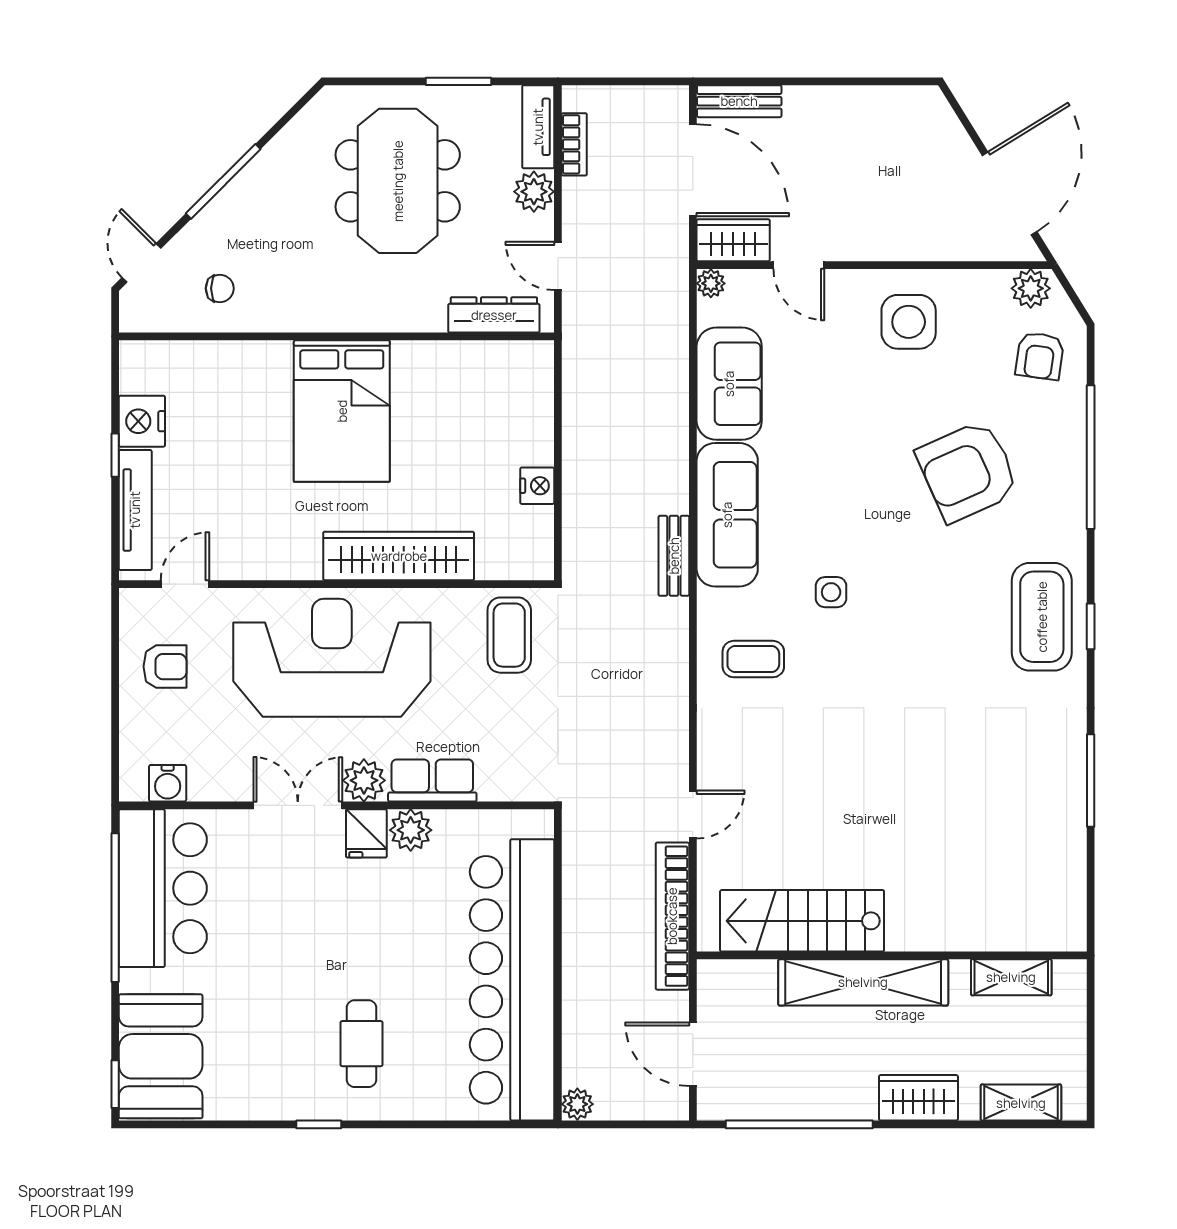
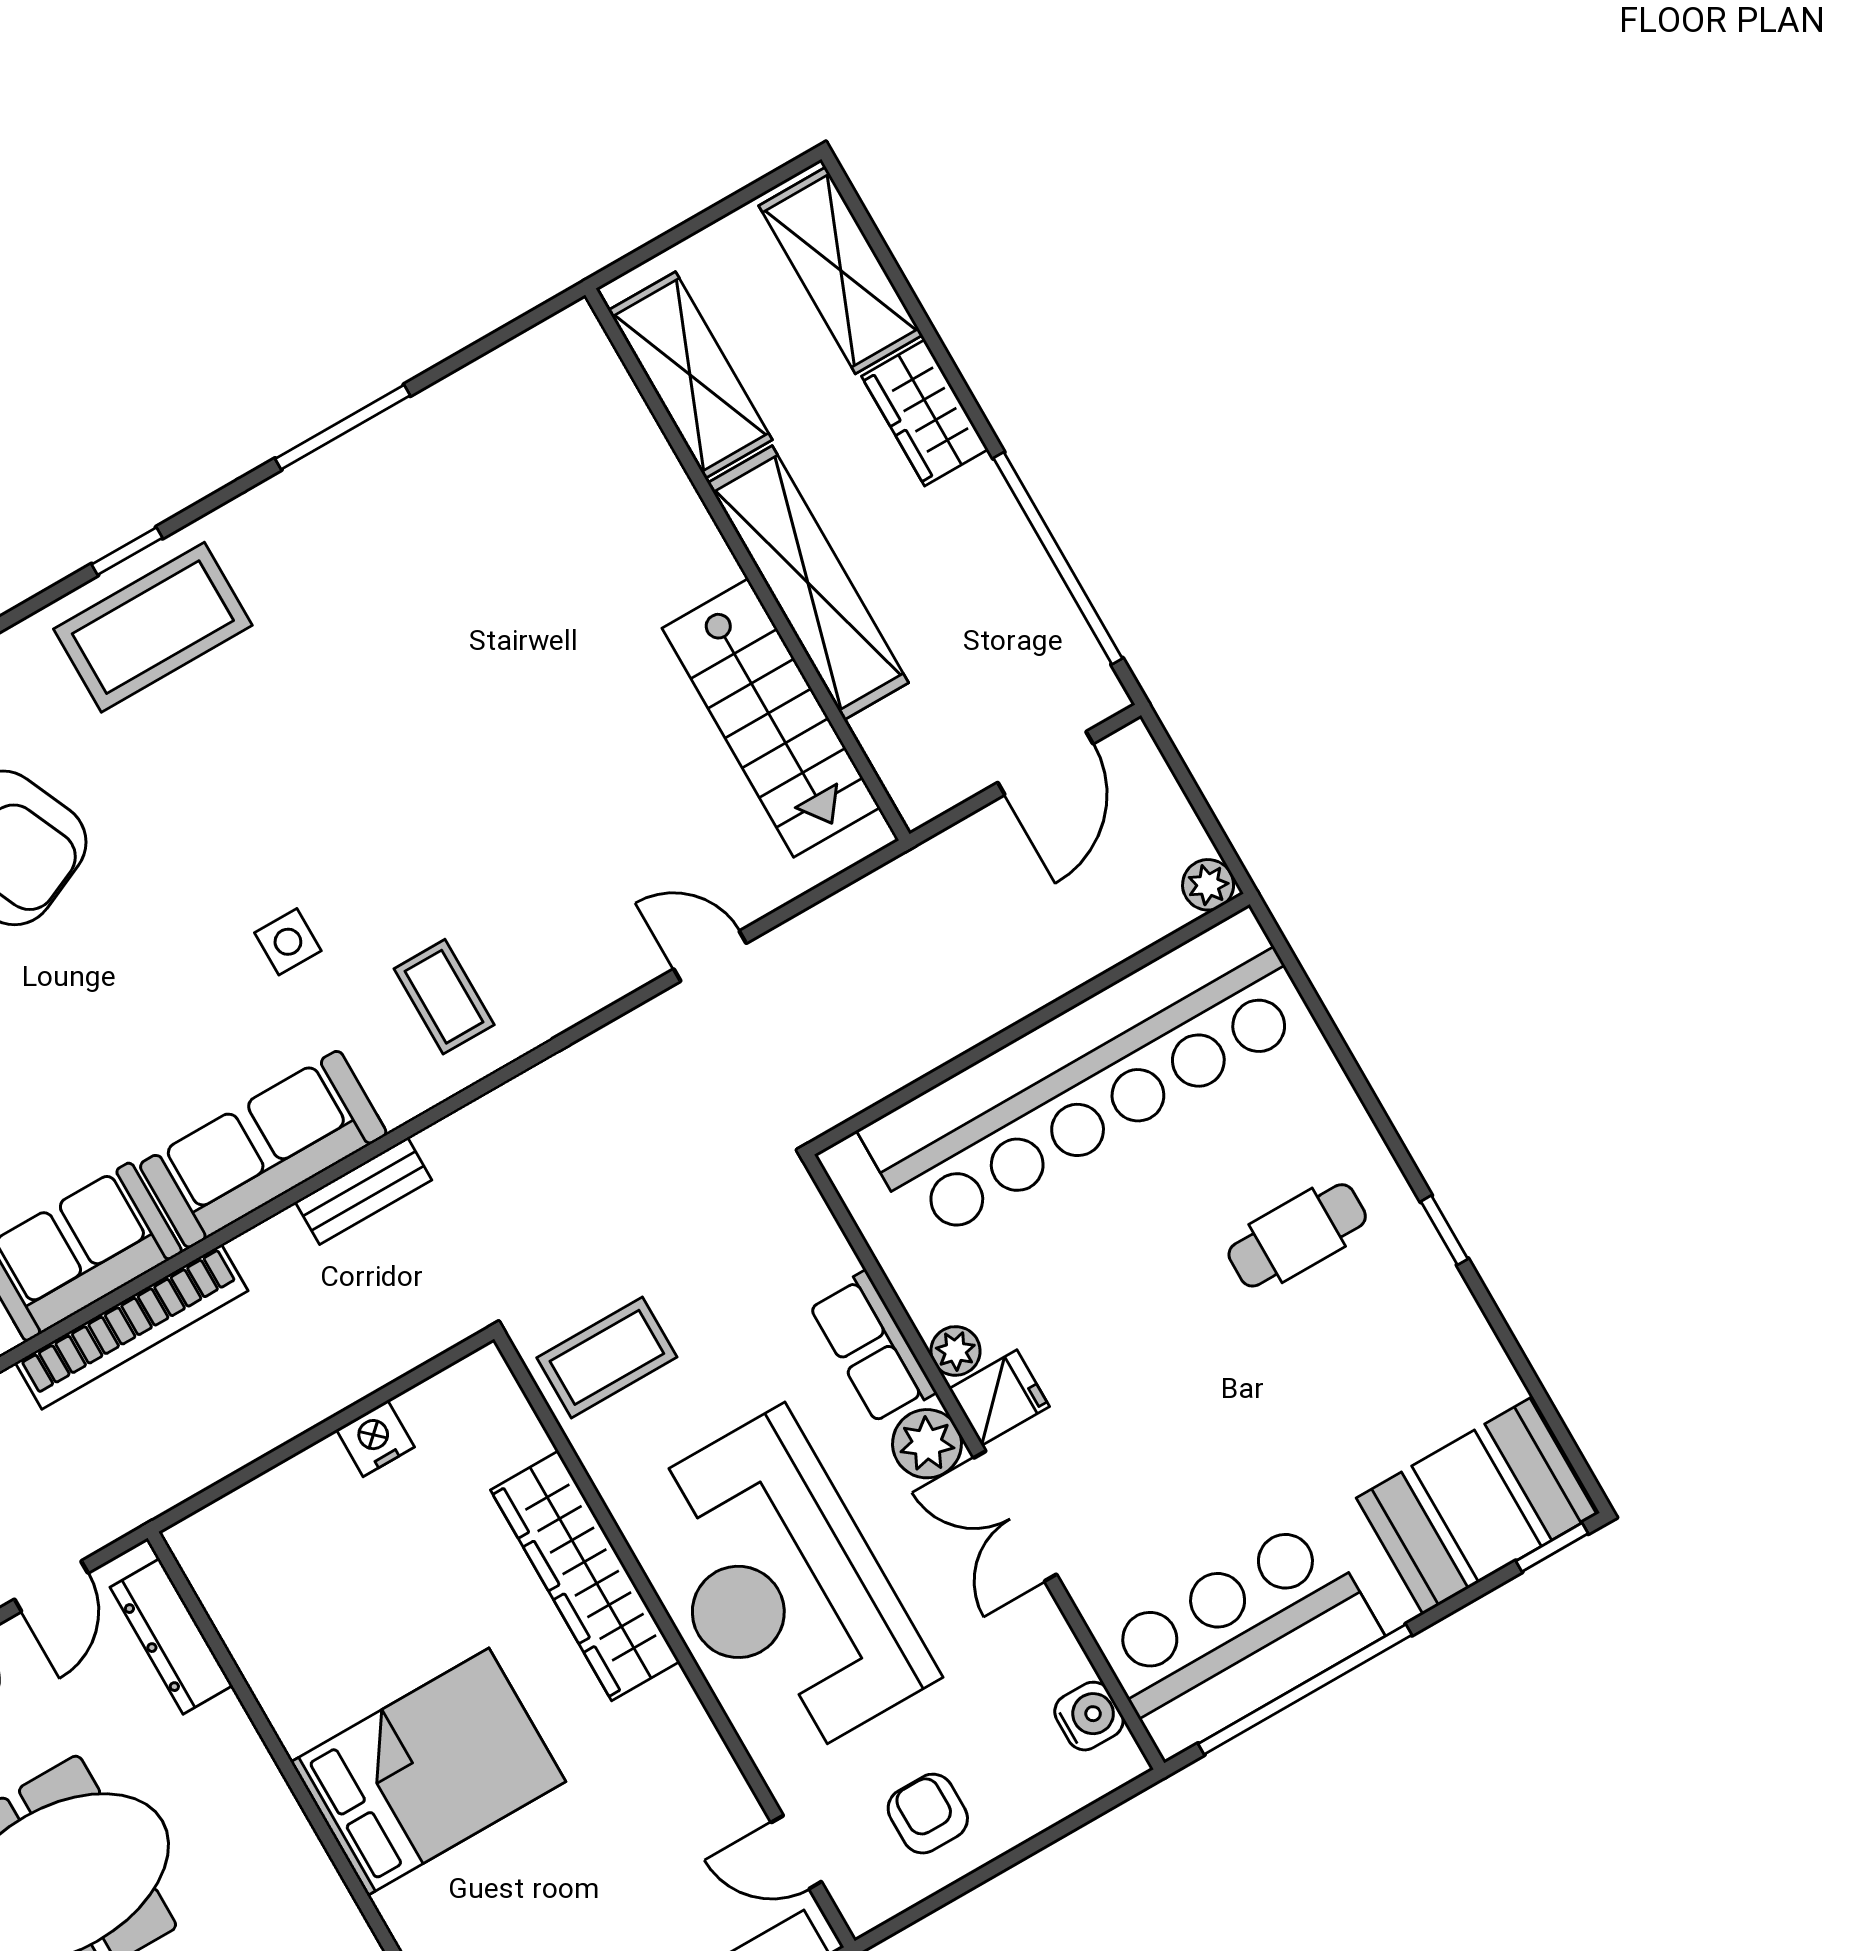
plant: (411, 830) -> (956, 1351), width x0.73, depth x0.73
bookcase: (672, 916) -> (132, 1327), moved
shelving: (1011, 977) -> (690, 375), width x1.50, depth x1.33
shelving: (1021, 1103) -> (841, 270), width x1.50, depth x1.33

